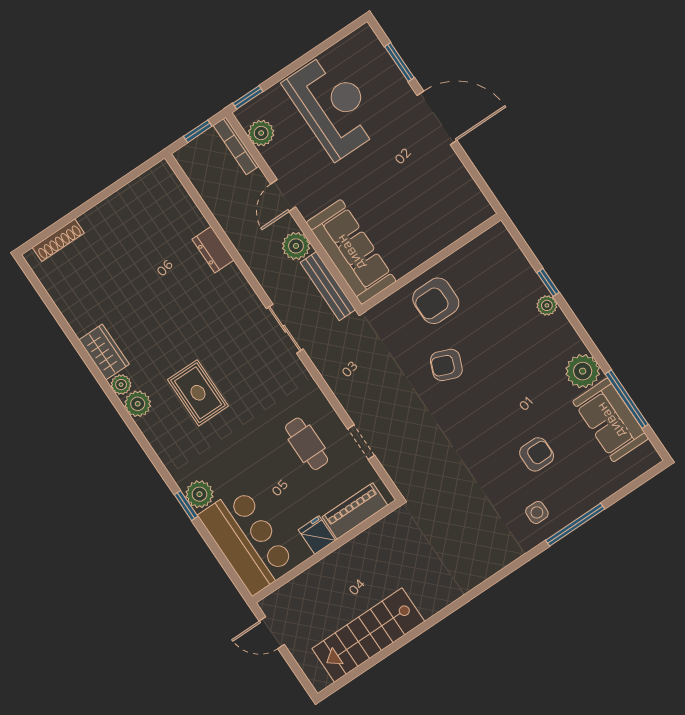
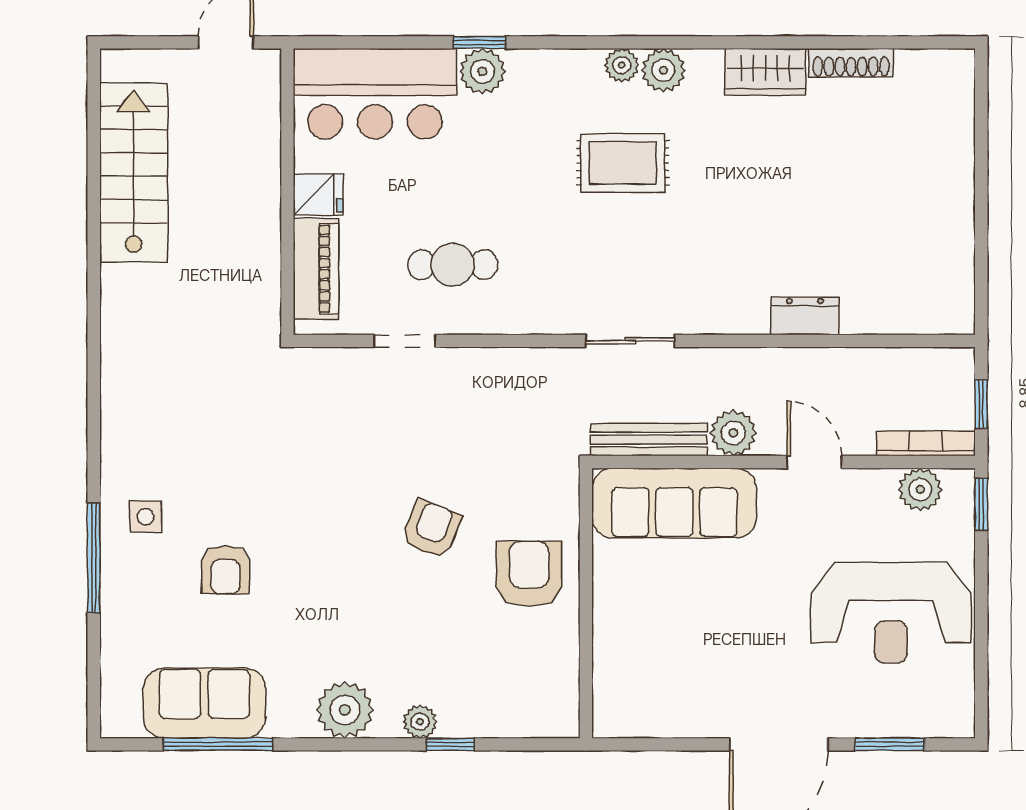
shoe rack: (58, 240) -> (851, 63), moved, turned -90
plant: (583, 371) -> (345, 710), moved
plant: (121, 385) -> (622, 65), moved

